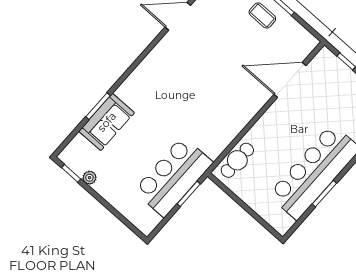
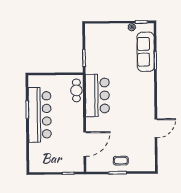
sofa: (107, 122) -> (146, 52), width x1.36
bar counter: (173, 177) -> (97, 96), moved

